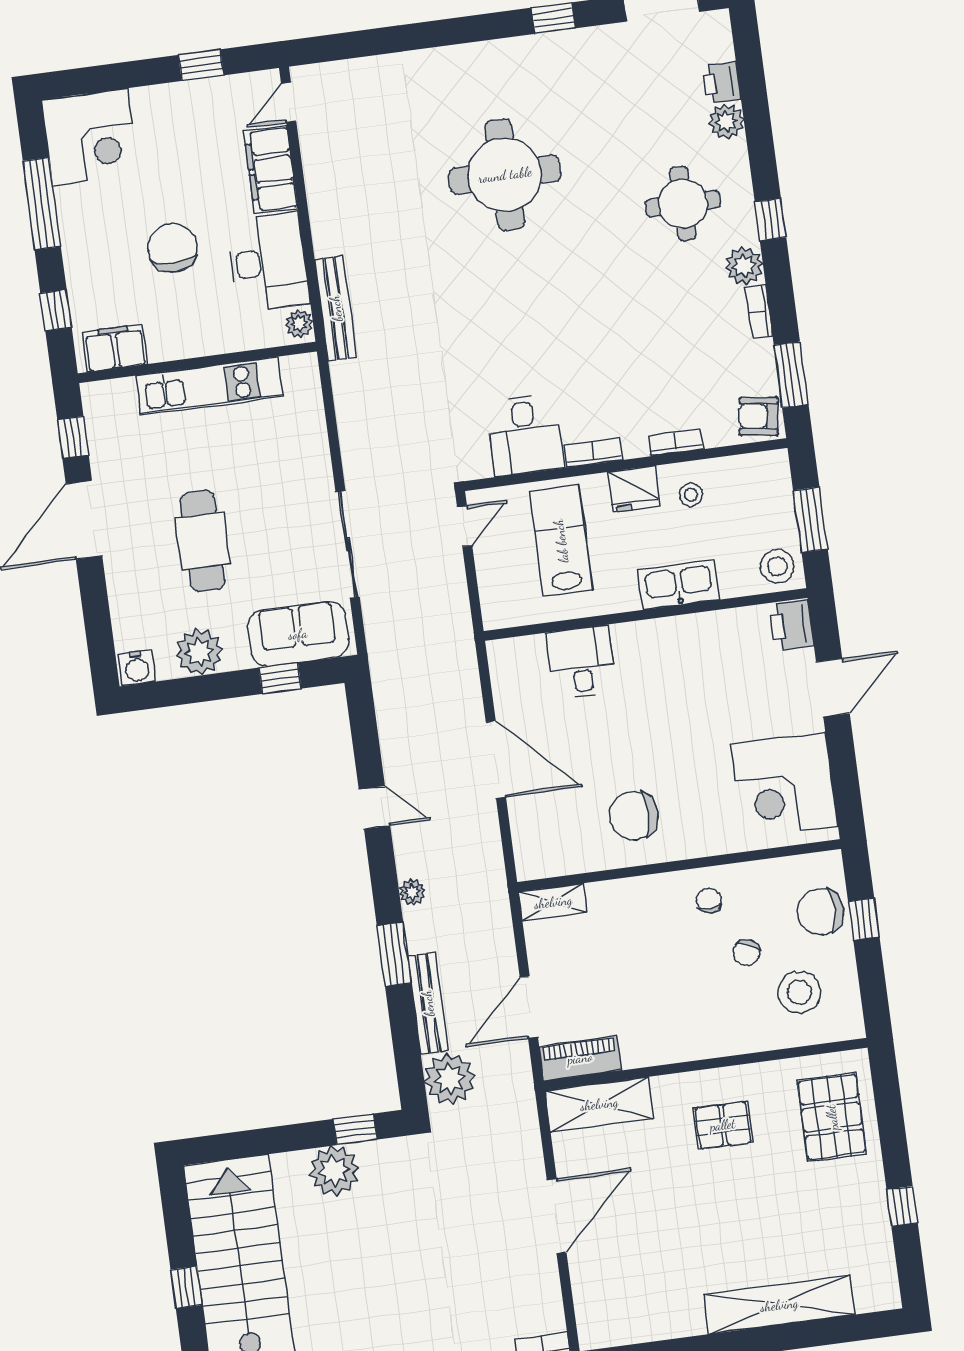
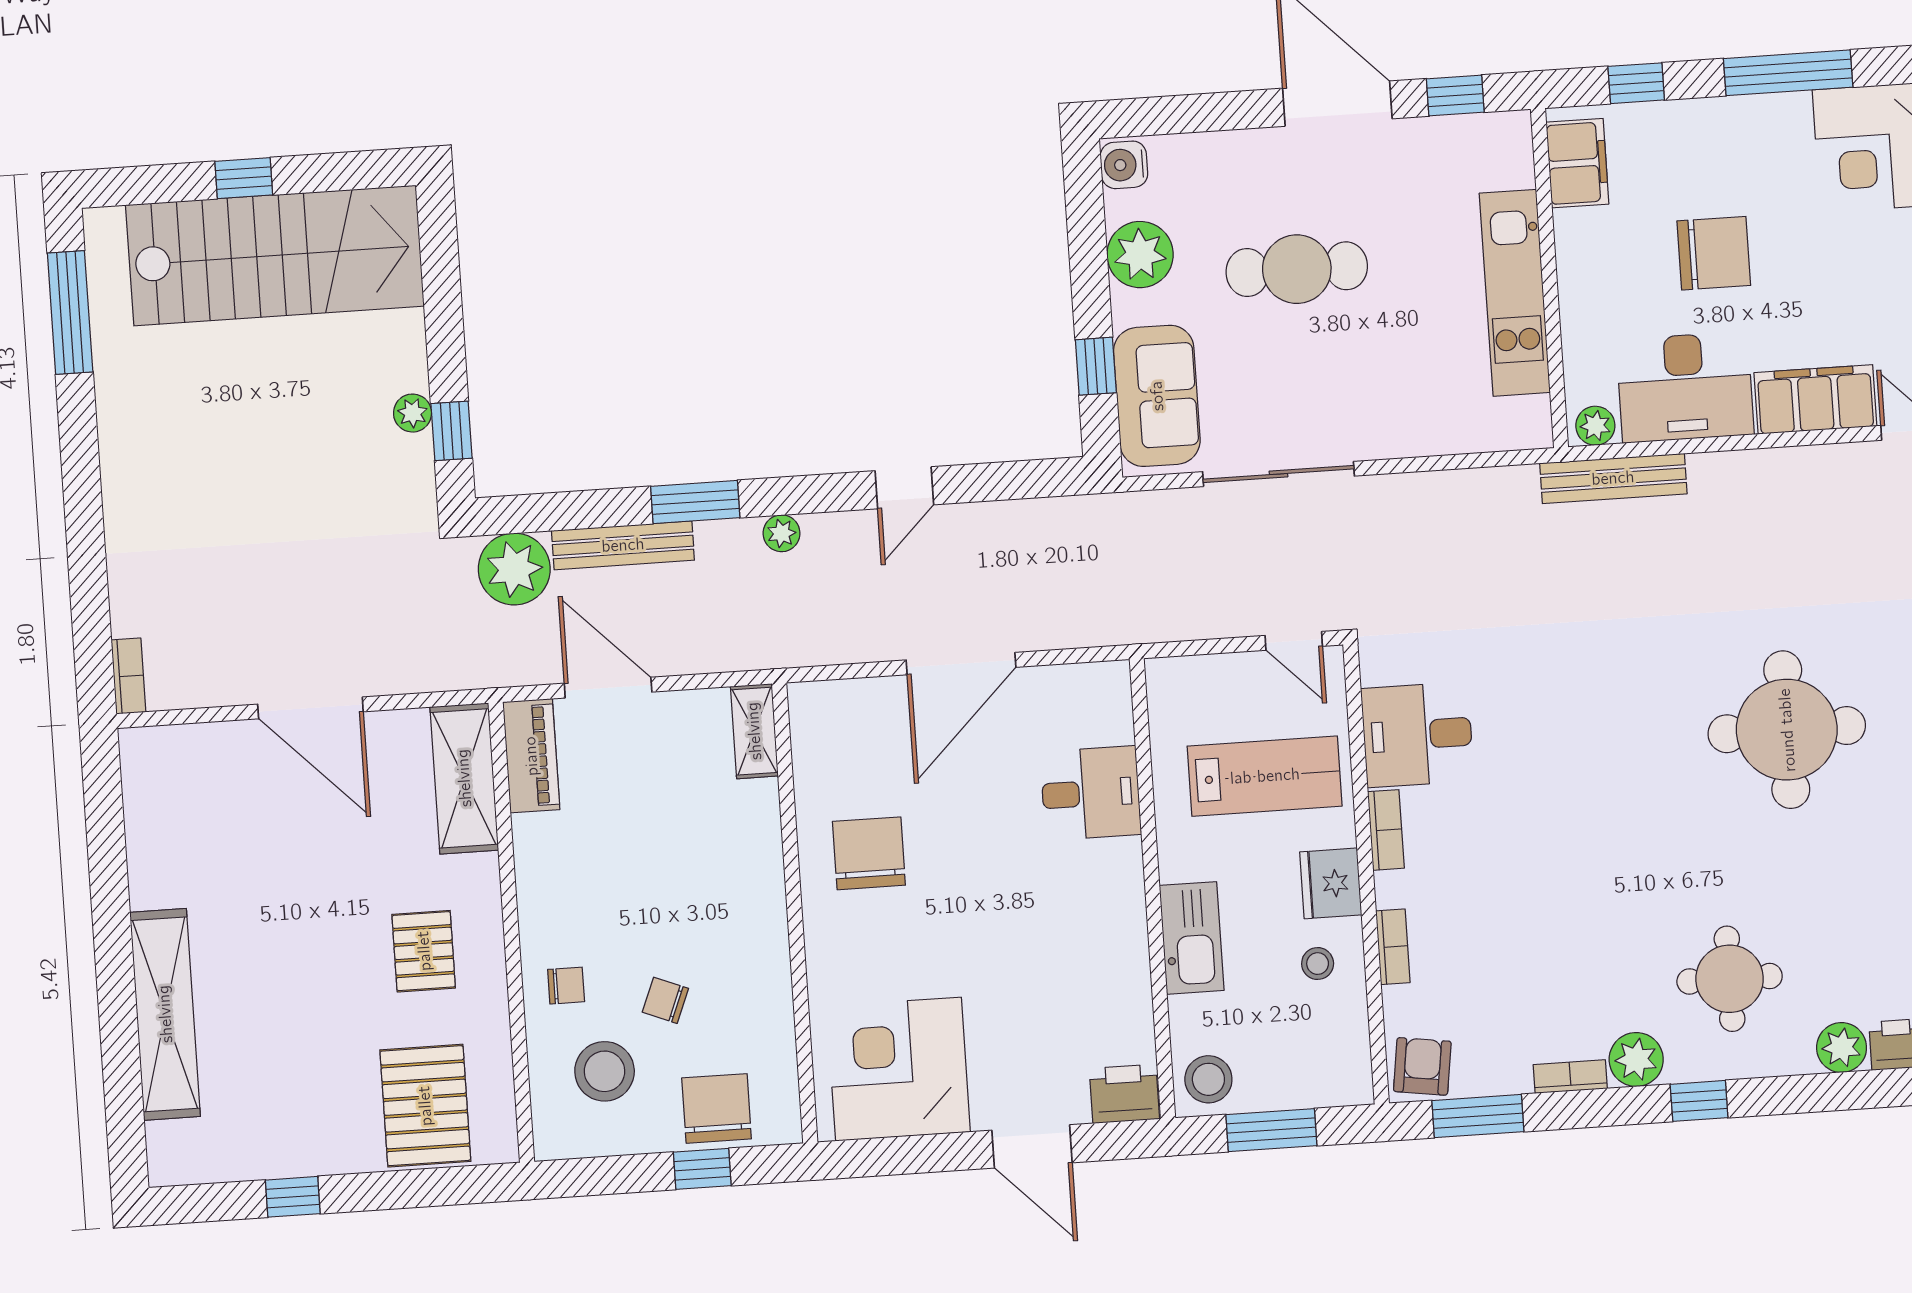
chair: (709, 900) -> (566, 986), moved
pallet: (832, 1117) -> (425, 1106), turned 90
plant: (334, 1171) -> (413, 413), width x0.53, depth x0.53

